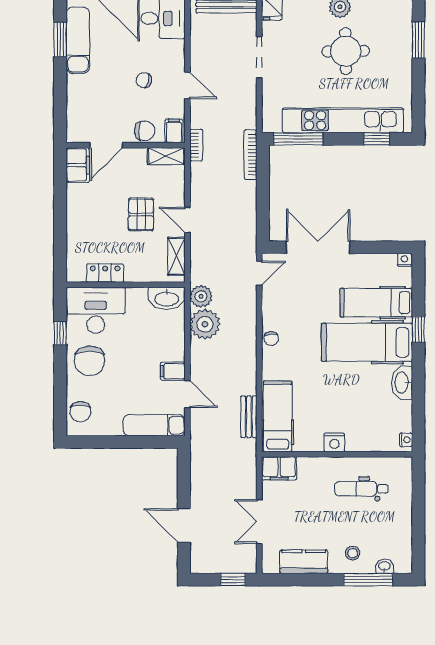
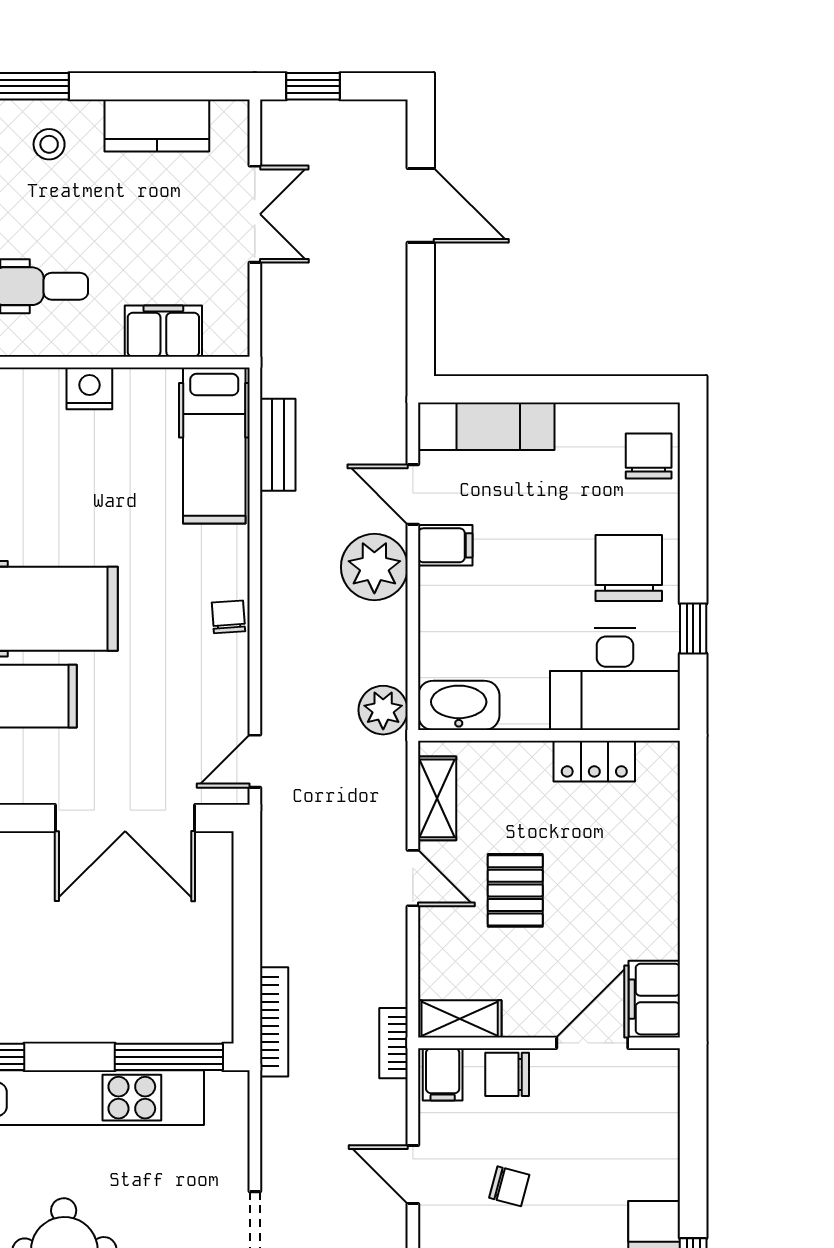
plant: (205, 324) -> (374, 567), moved
filing cabinet: (279, 468) -> (163, 331), moved

